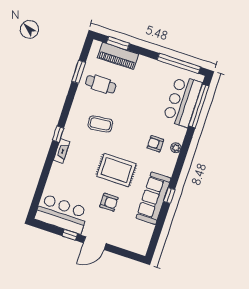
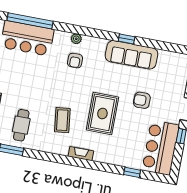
window: (58, 134) -> (132, 172), moved
fireplace: (62, 151) -> (81, 154), moved
rug: (116, 170) -> (102, 113), moved
armchair: (109, 202) -> (142, 100), turned -90

